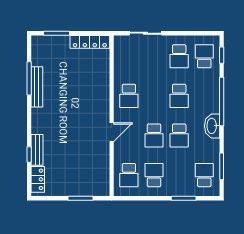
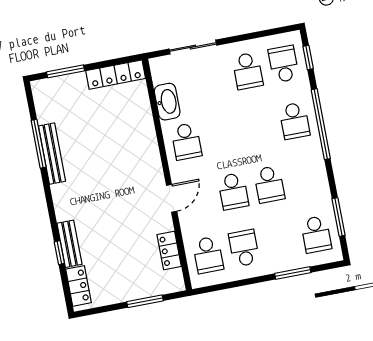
school desk: (179, 96) -> (294, 121), moved
washbasin: (212, 126) -> (167, 102), moved, turned 180
locker: (103, 167) -> (169, 250), added
school desk: (204, 175) -> (316, 234), turned 180

